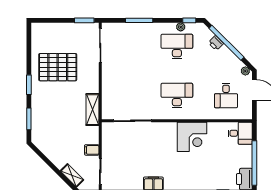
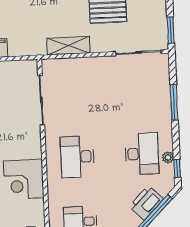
printer: (216, 43) -> (146, 203), width x1.87, depth x1.48
desk: (177, 95) -> (77, 157), turned 180
shelving: (92, 110) -> (68, 46), moved

